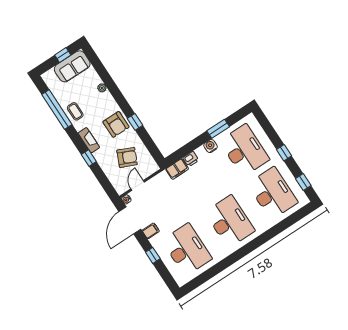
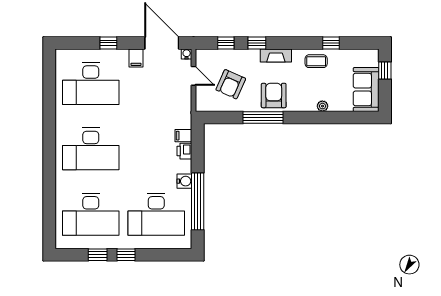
window: (63, 55) -> (385, 71), moved
window: (57, 110) -> (331, 43), width x0.32
window: (135, 122) -> (263, 118), width x2.17
armchair: (116, 124) -> (274, 96), turned 90
window: (218, 129) -> (198, 201), width x2.11
filing cabinet: (177, 169) -> (183, 136), width x0.50
window: (102, 178) -> (226, 43), added
window: (303, 182) -> (98, 255), moved

